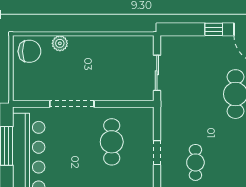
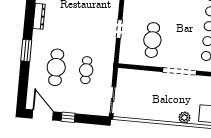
sliding door: (157, 73) -> (113, 100), moved
cafe table: (195, 162) -> (86, 70), moved

